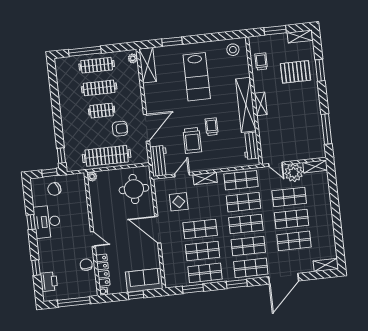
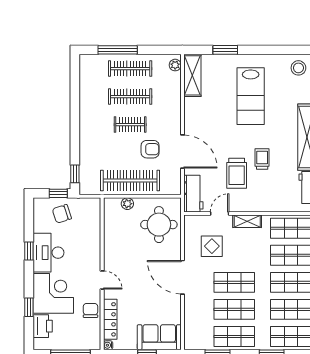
door: (146, 128) -> (182, 152), hinge flipped
plant: (92, 177) -> (127, 204), moved
corner desk: (55, 254) -> (53, 293), added

